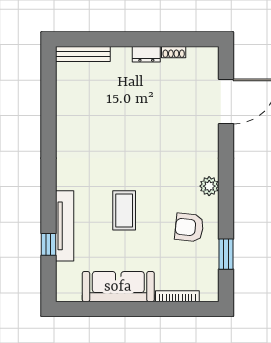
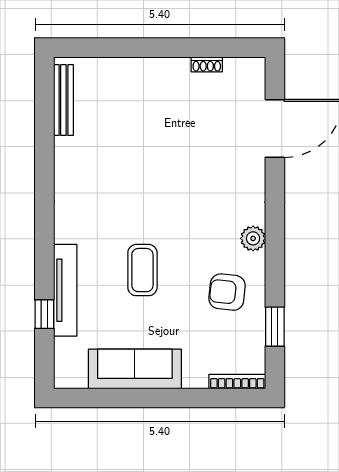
bench: (83, 54) -> (63, 100), moved, turned 90
dresser: (146, 54) -> (171, 67), removed
bookcase: (177, 296) -> (237, 382), moved

